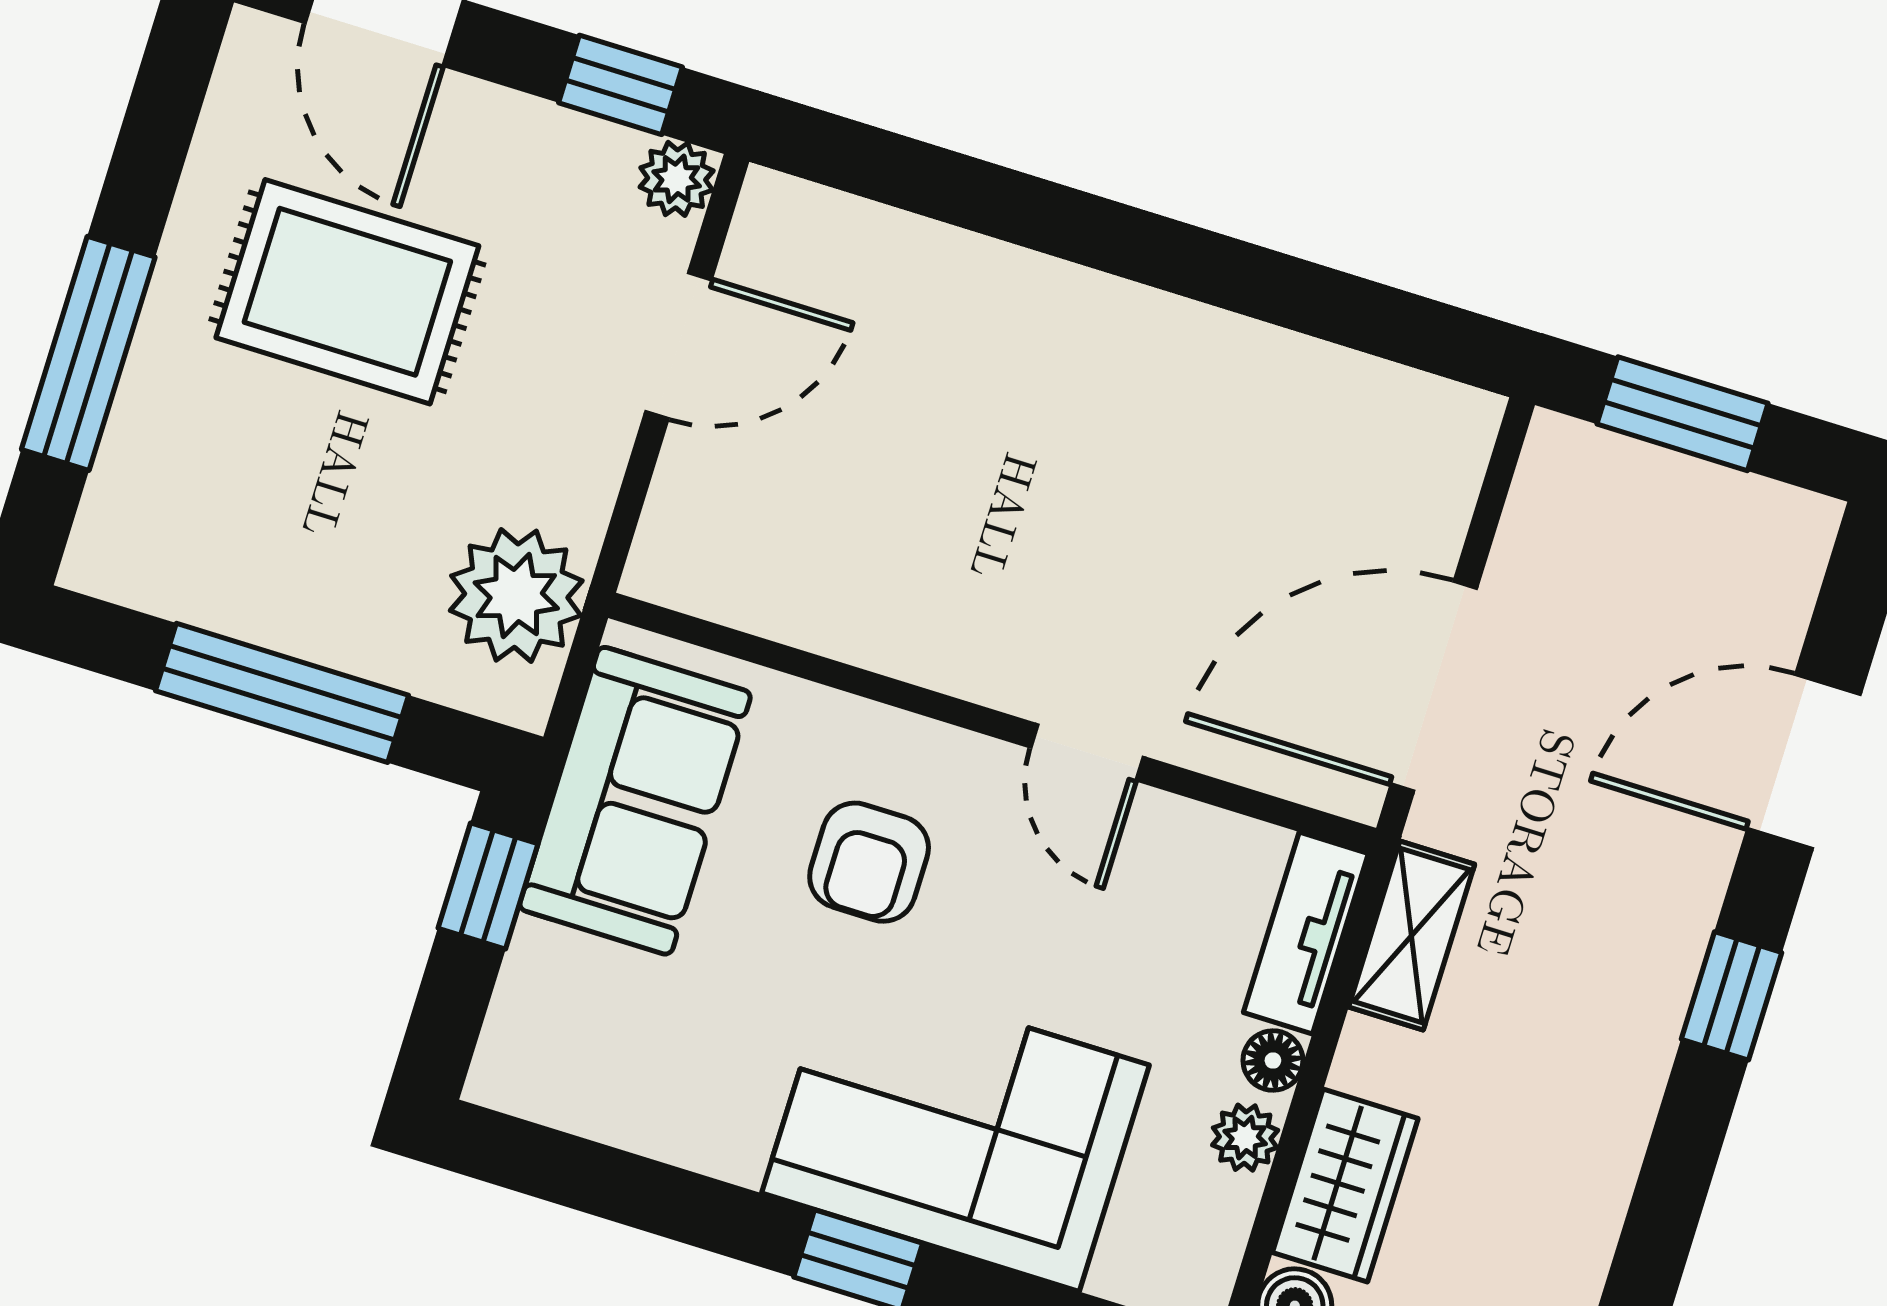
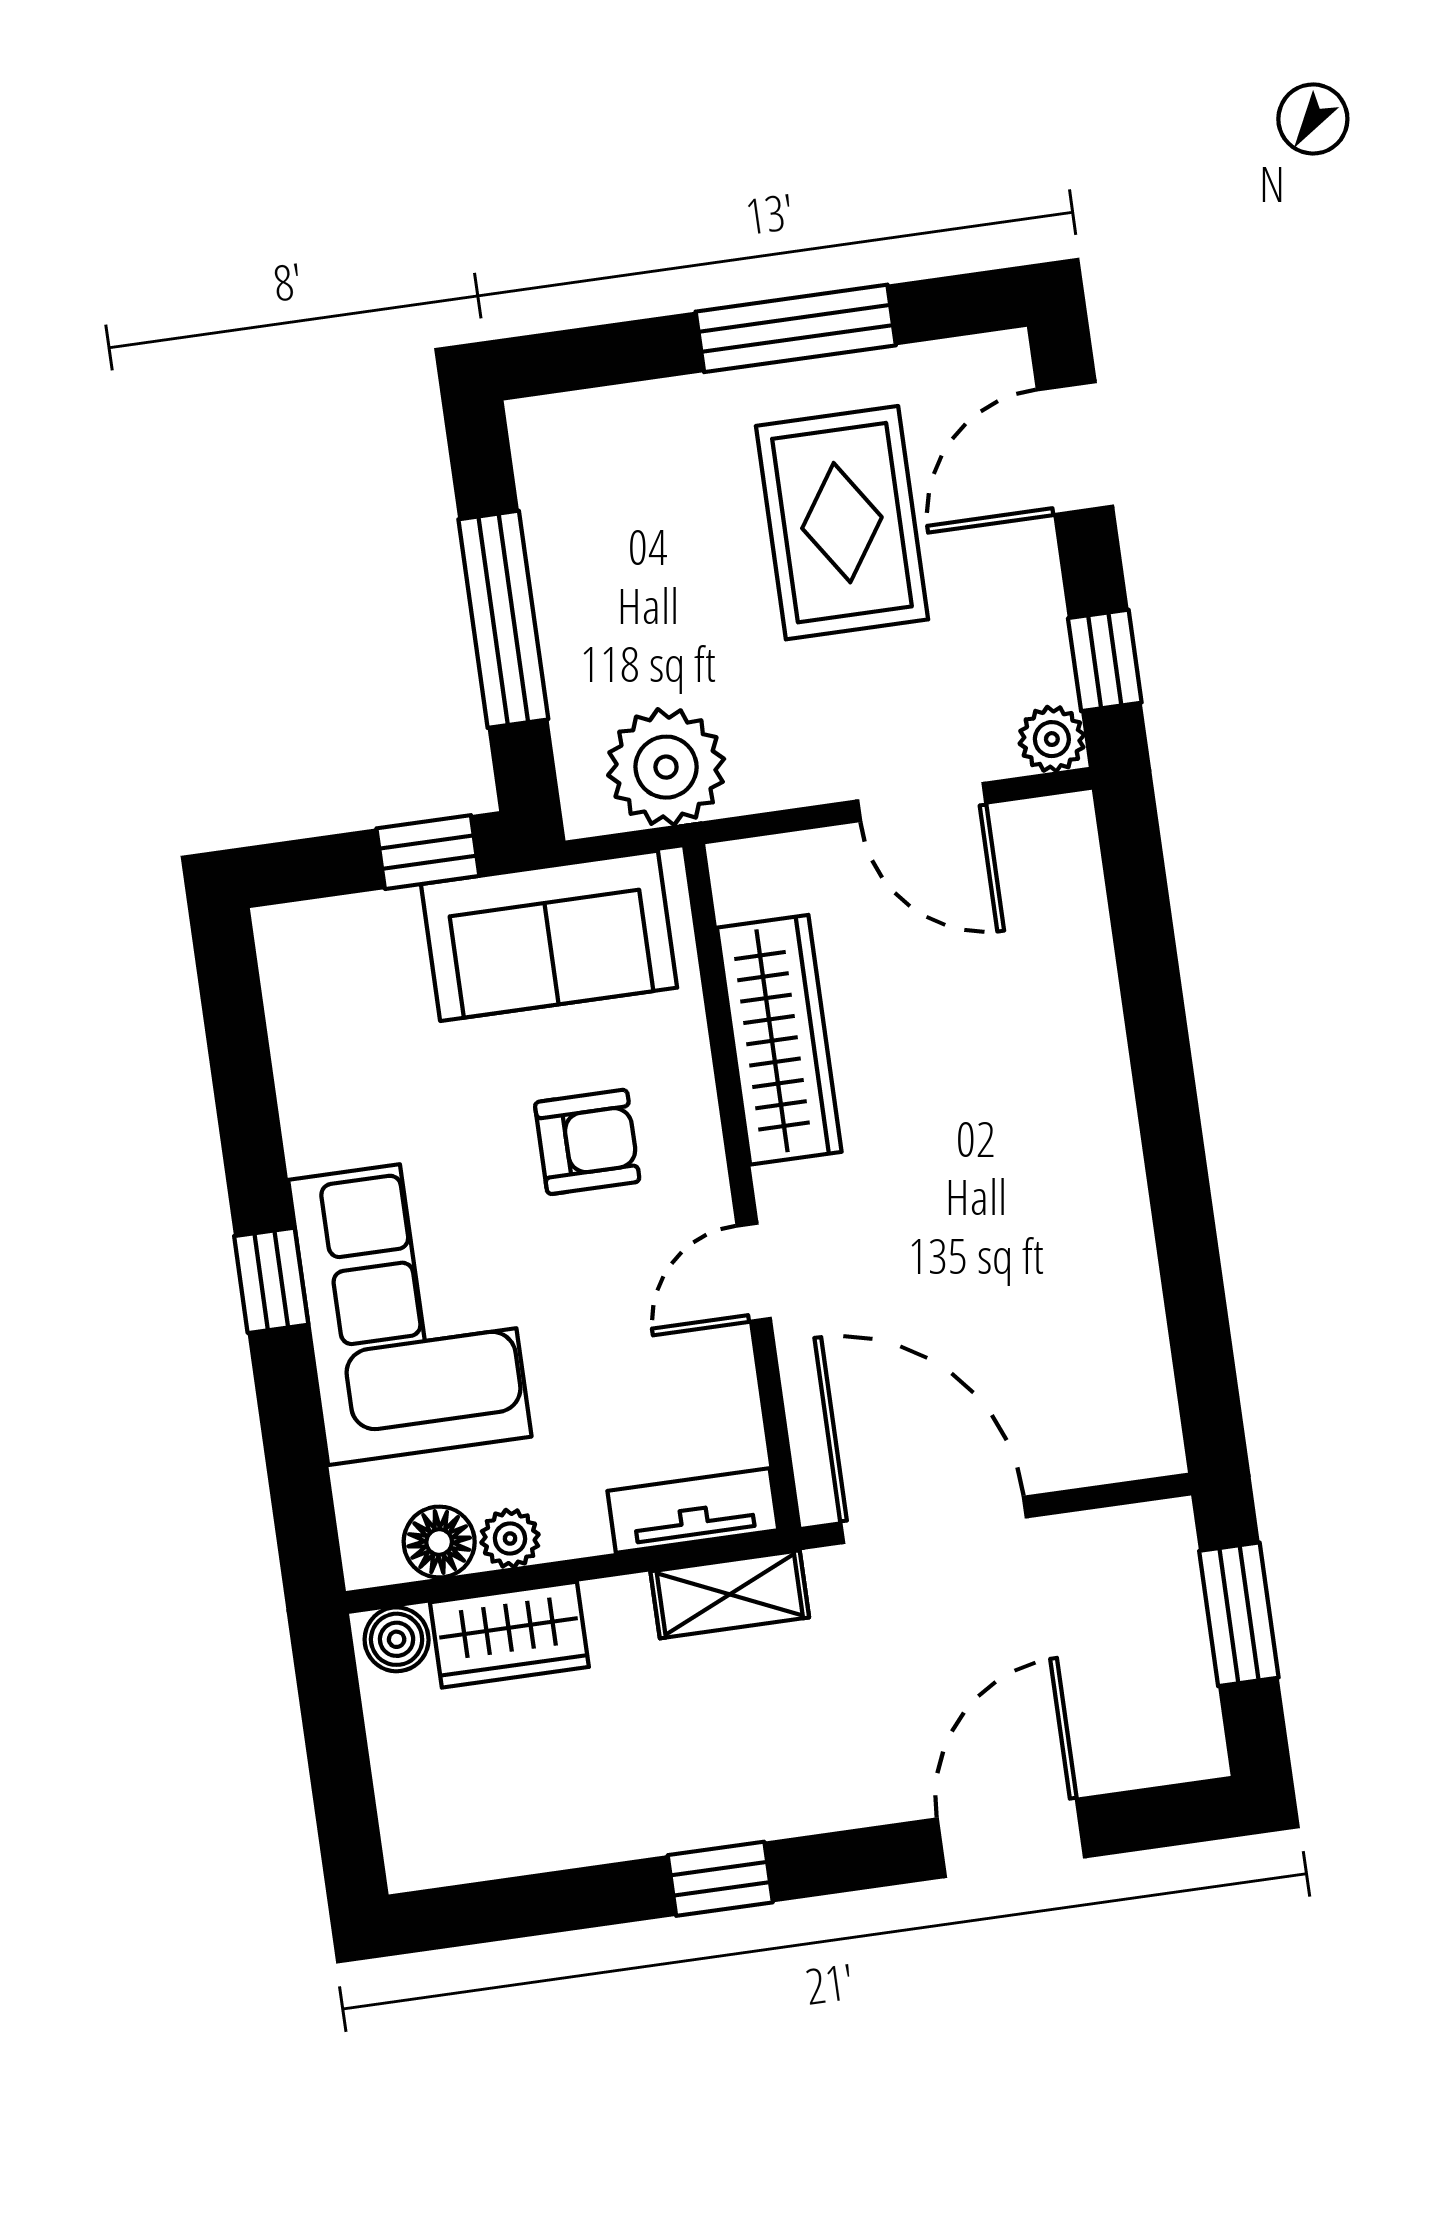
window: (88, 353) -> (796, 328), moved
wardrobe: (857, 611) -> (779, 1040), added
door: (1804, 762) -> (1011, 1838), hinge flipped
armchair: (869, 862) -> (587, 1142), turned 180
window: (1732, 996) -> (720, 1879), moved
floor lamp: (1273, 1061) -> (439, 1542), moved, width x1.37, depth x1.37

